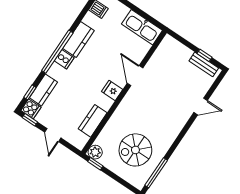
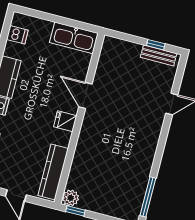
kitchen counter: (93, 121) -> (53, 172), width x1.50
spiral stairs: (135, 150) -> (115, 179), removed

